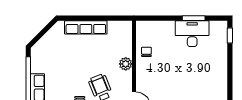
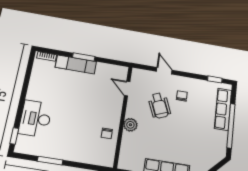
desk: (192, 34) -> (35, 119), moved, turned 90

